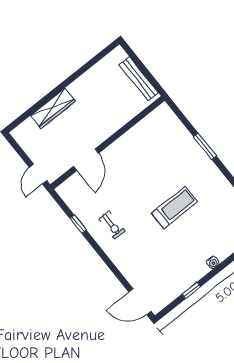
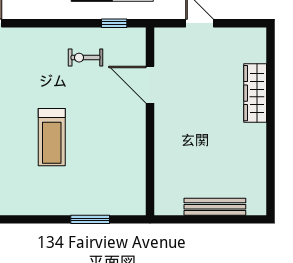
wall: (107, 143) -> (150, 121), moved
door: (86, 160) -> (150, 85), moved

